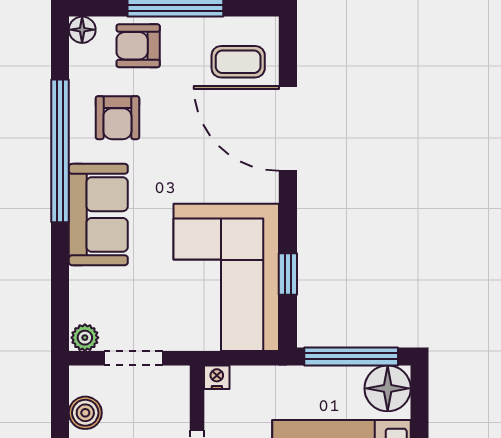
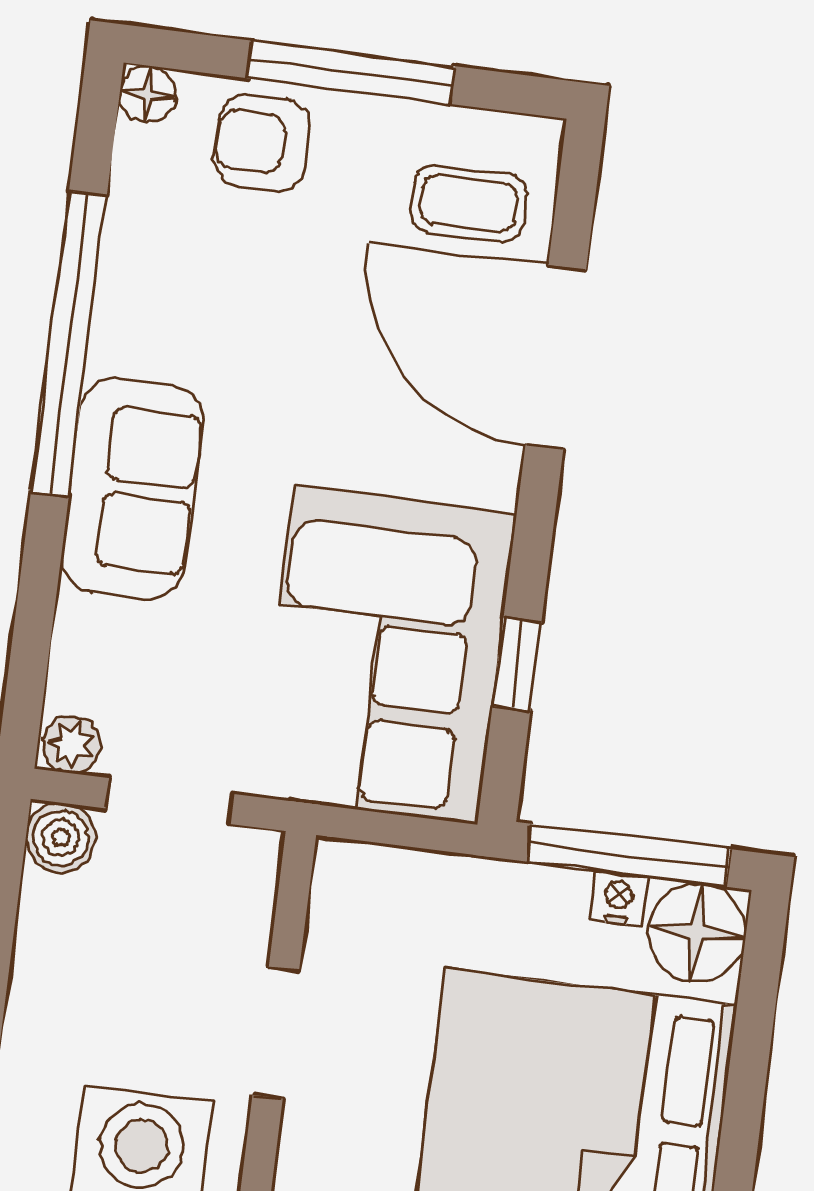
armchair: (117, 118) -> (199, 289), removed
nightstand: (217, 377) -> (619, 899), moved
boiler: (85, 413) -> (61, 838), moved

